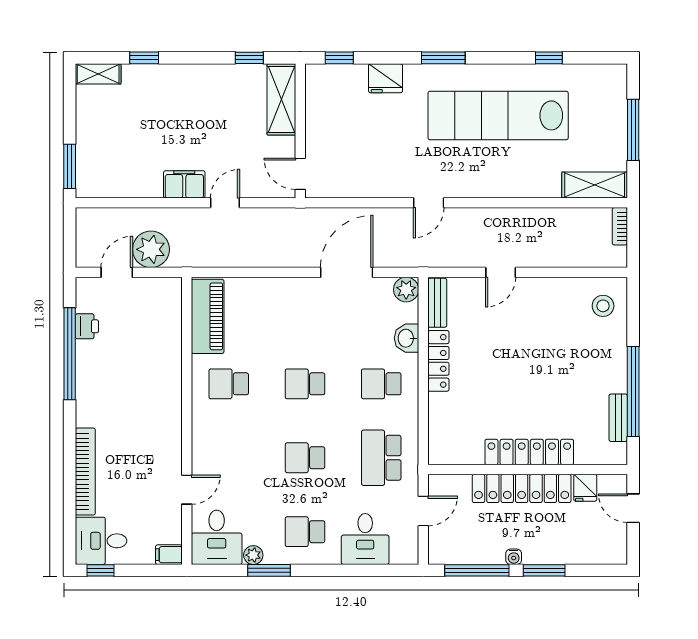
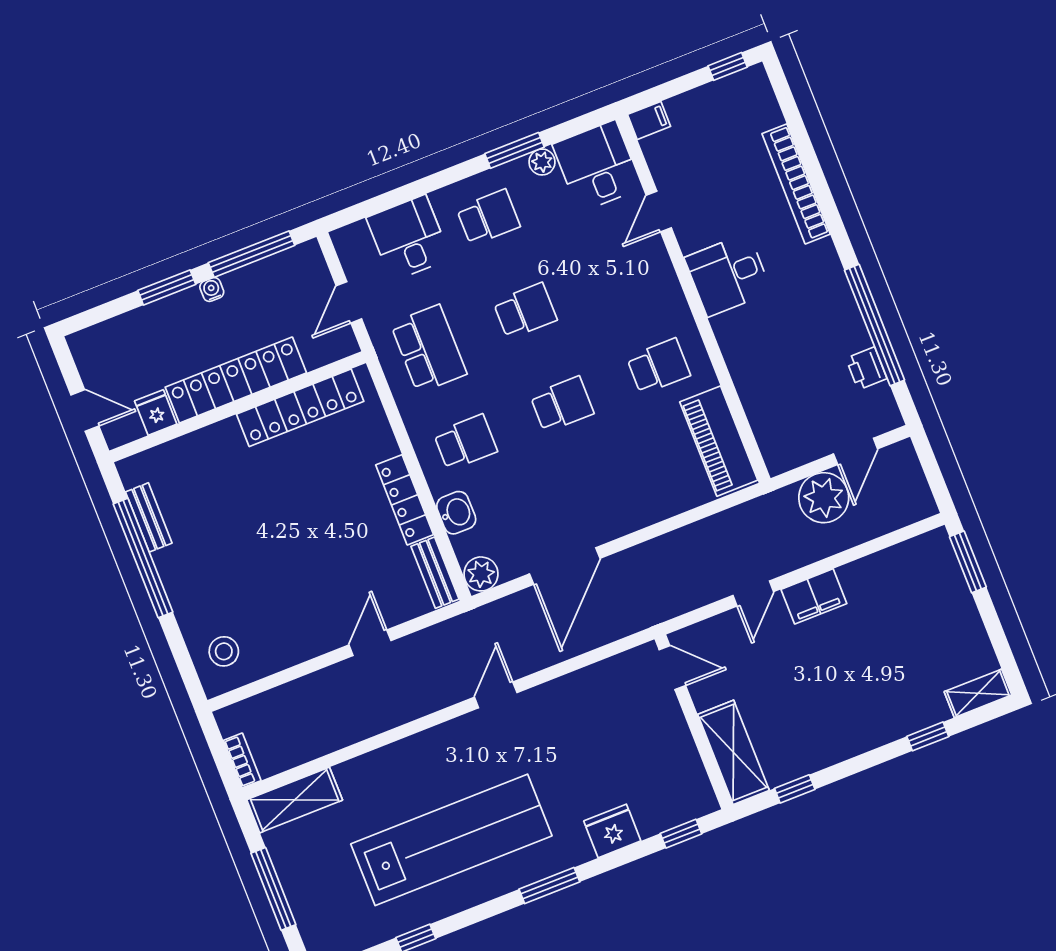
locker: (529, 452) -> (300, 408), moved
desk: (101, 541) -> (728, 275), moved, turned 180

